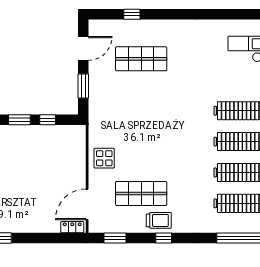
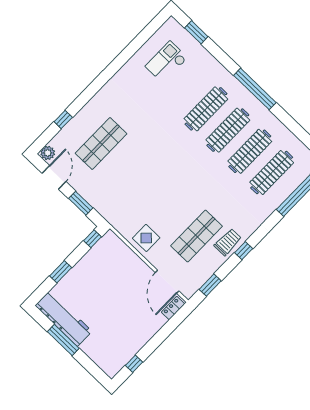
plant: (97, 27) -> (48, 153), added
window: (48, 120) -> (93, 239), moved

